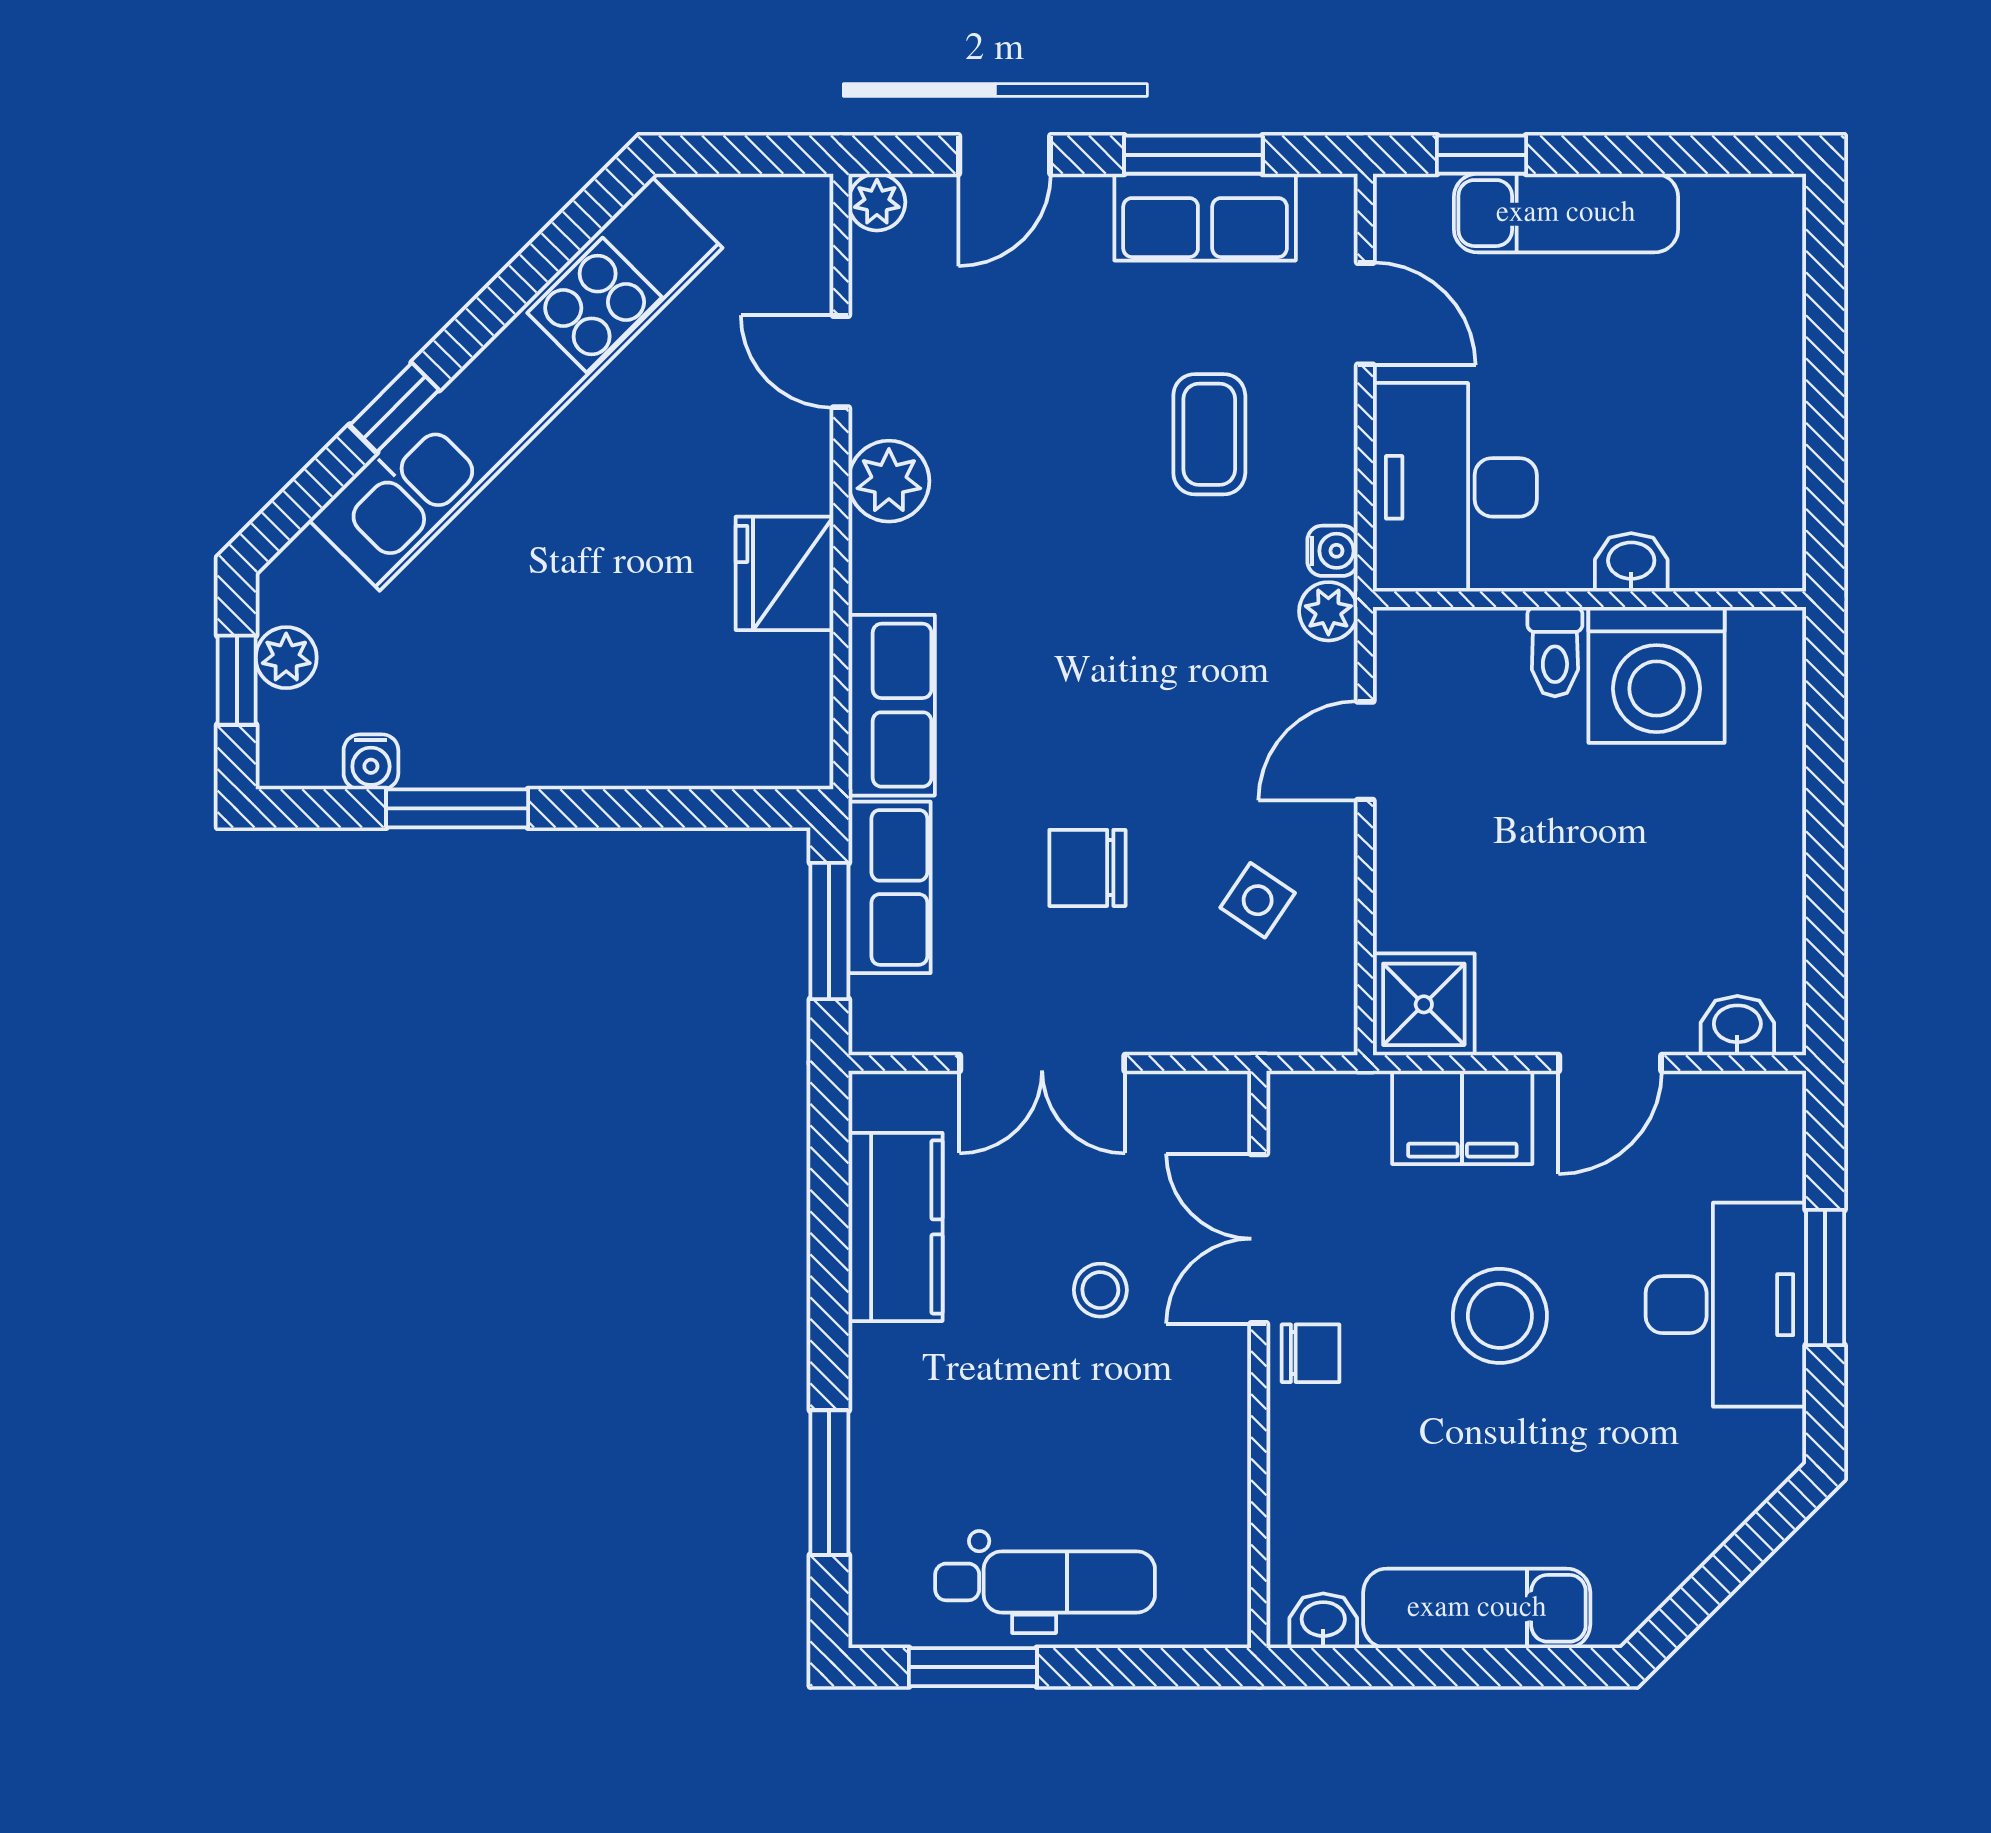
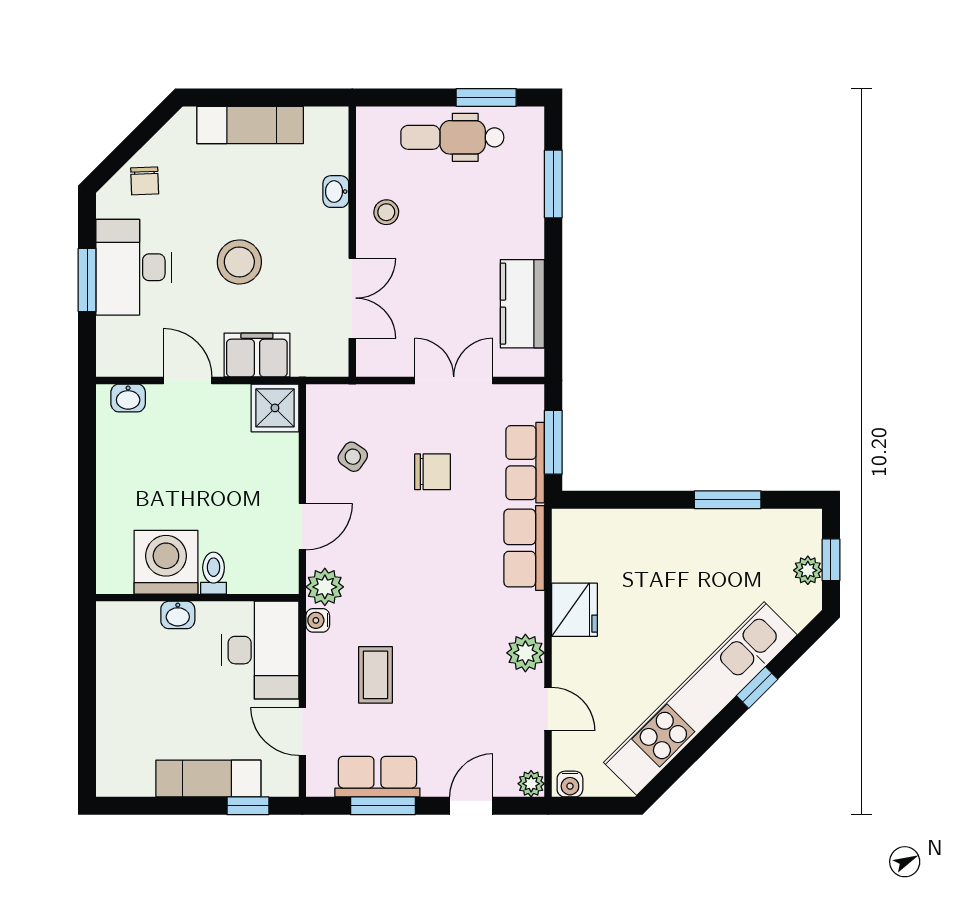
plant: (1328, 611) -> (325, 587), width x1.38, depth x1.38
water cooler: (371, 762) -> (570, 784), moved, turned 180
door: (1610, 1063) -> (188, 380), hinge flipped
stool: (1100, 1290) -> (386, 212), moved
chair: (1311, 1353) -> (145, 181), moved, turned -92
washbasin: (1323, 1621) -> (336, 192), moved, turned 90

